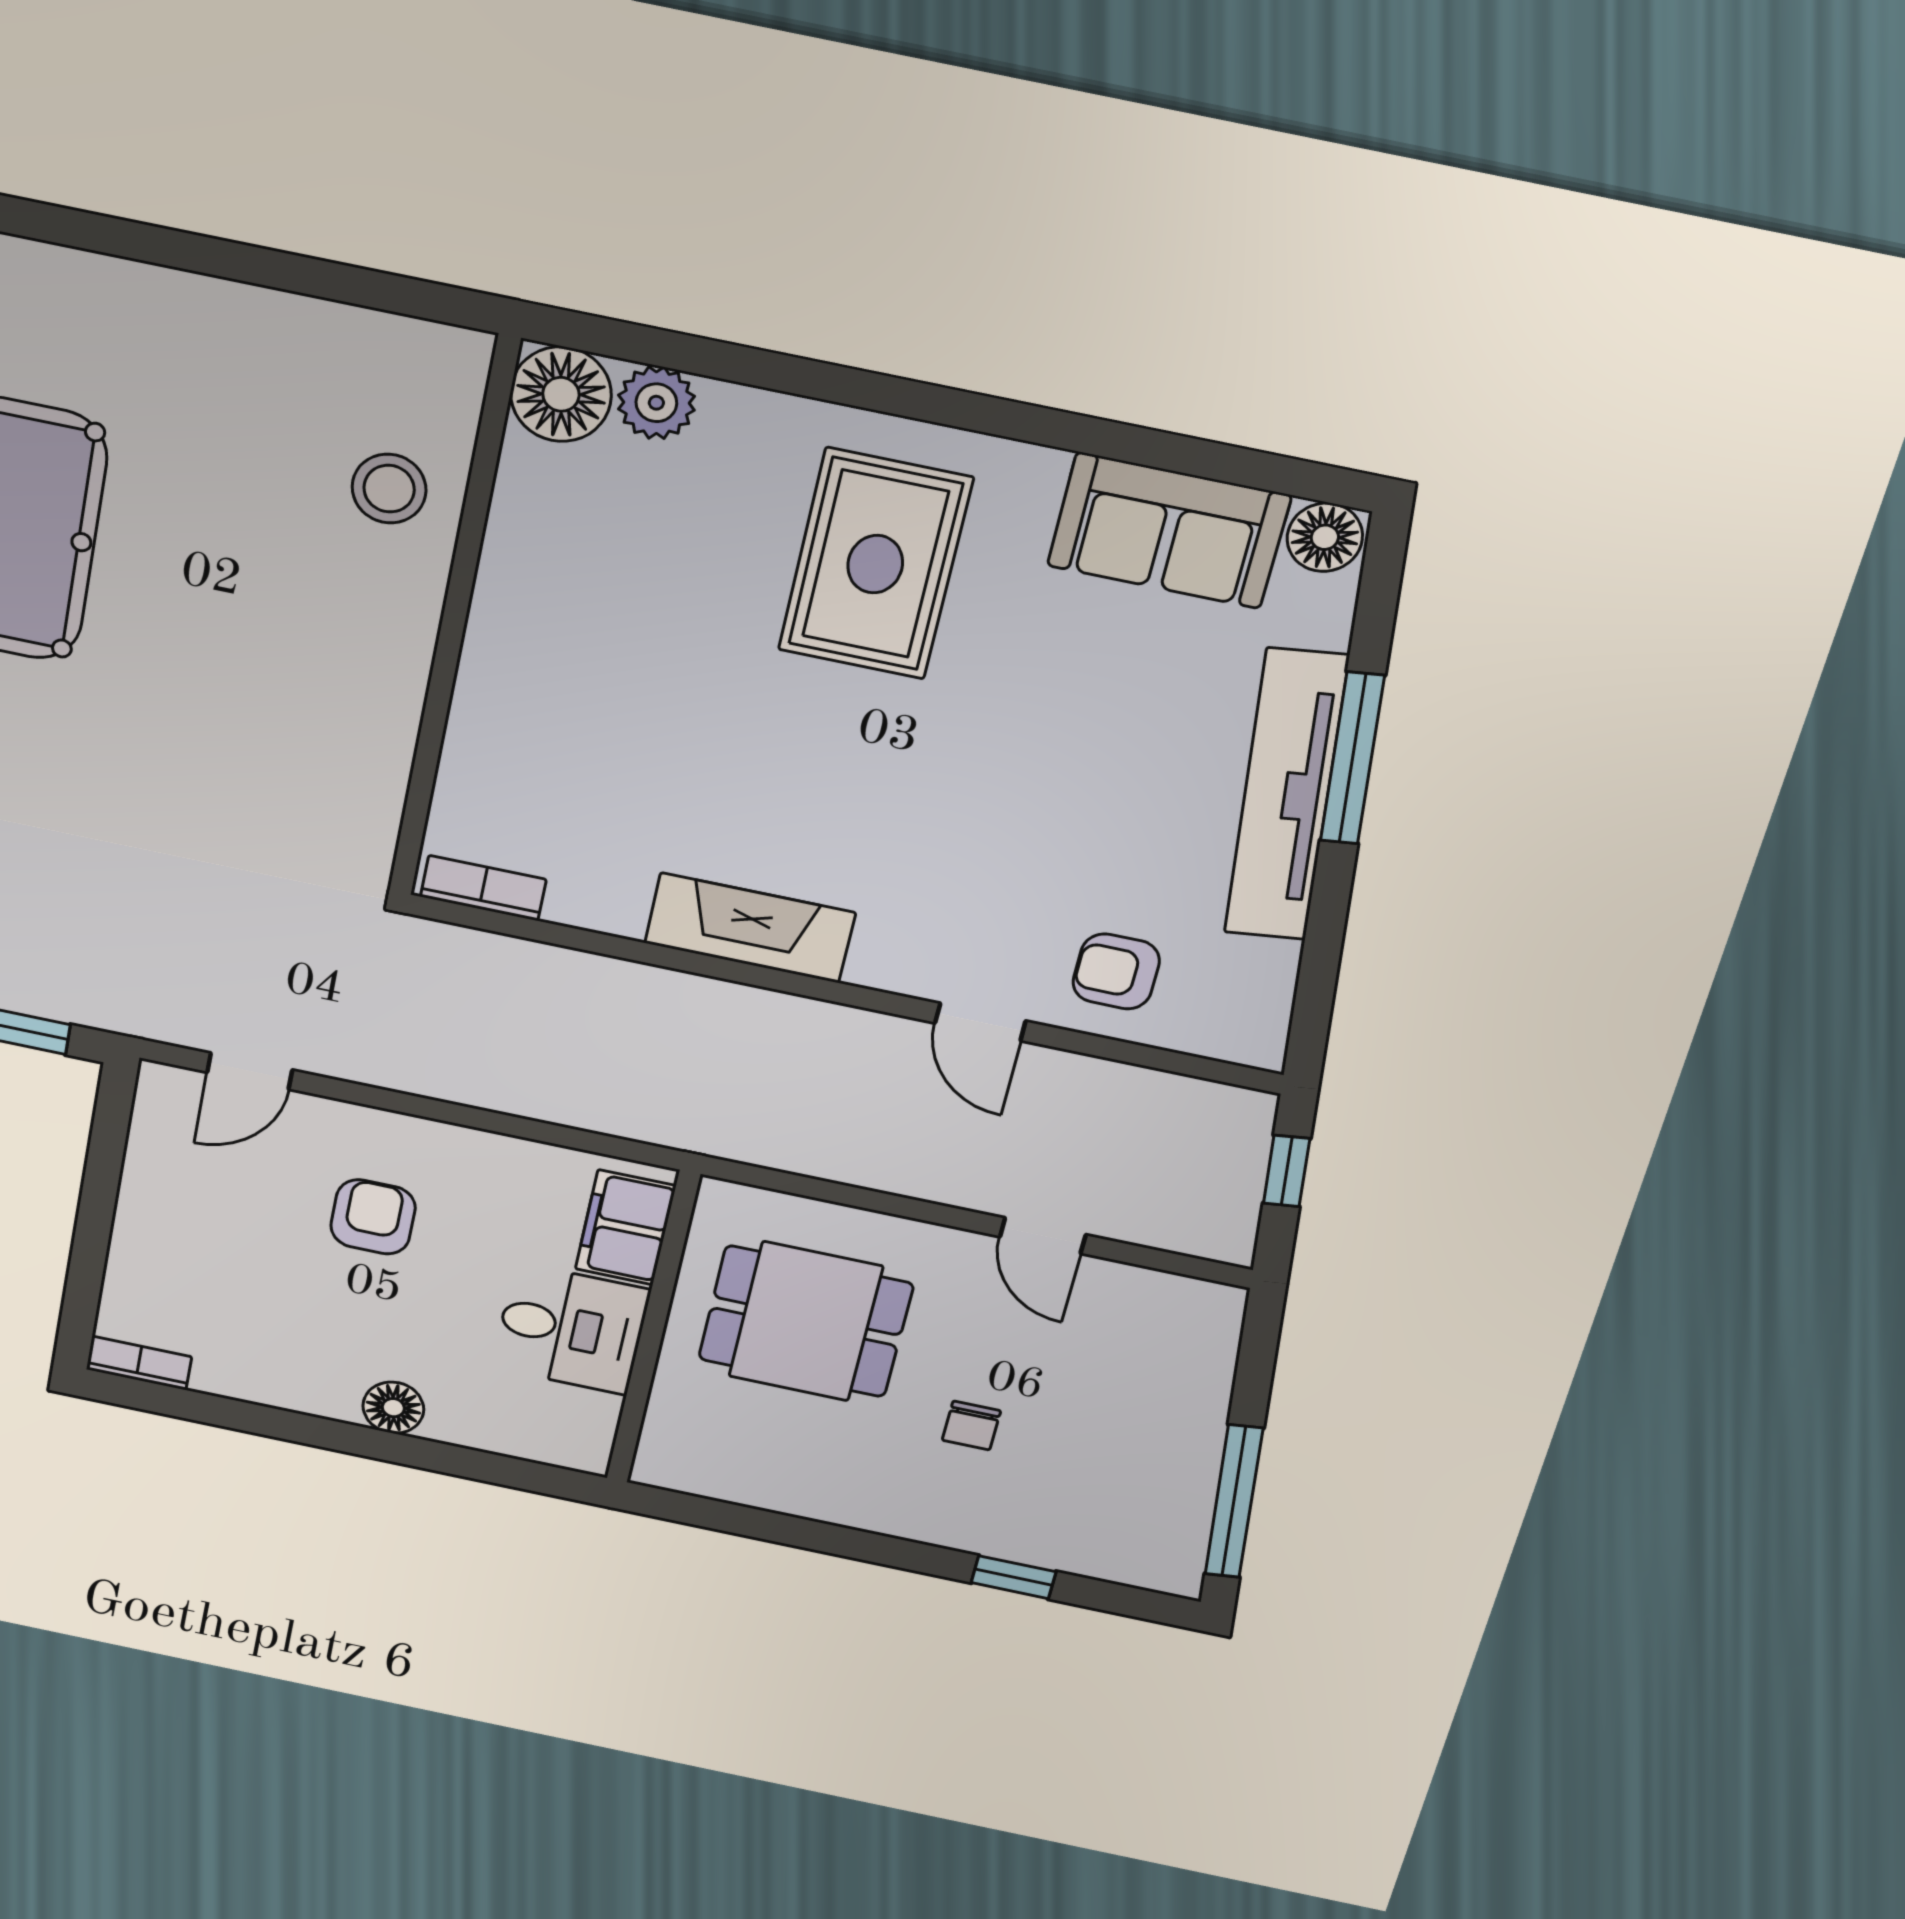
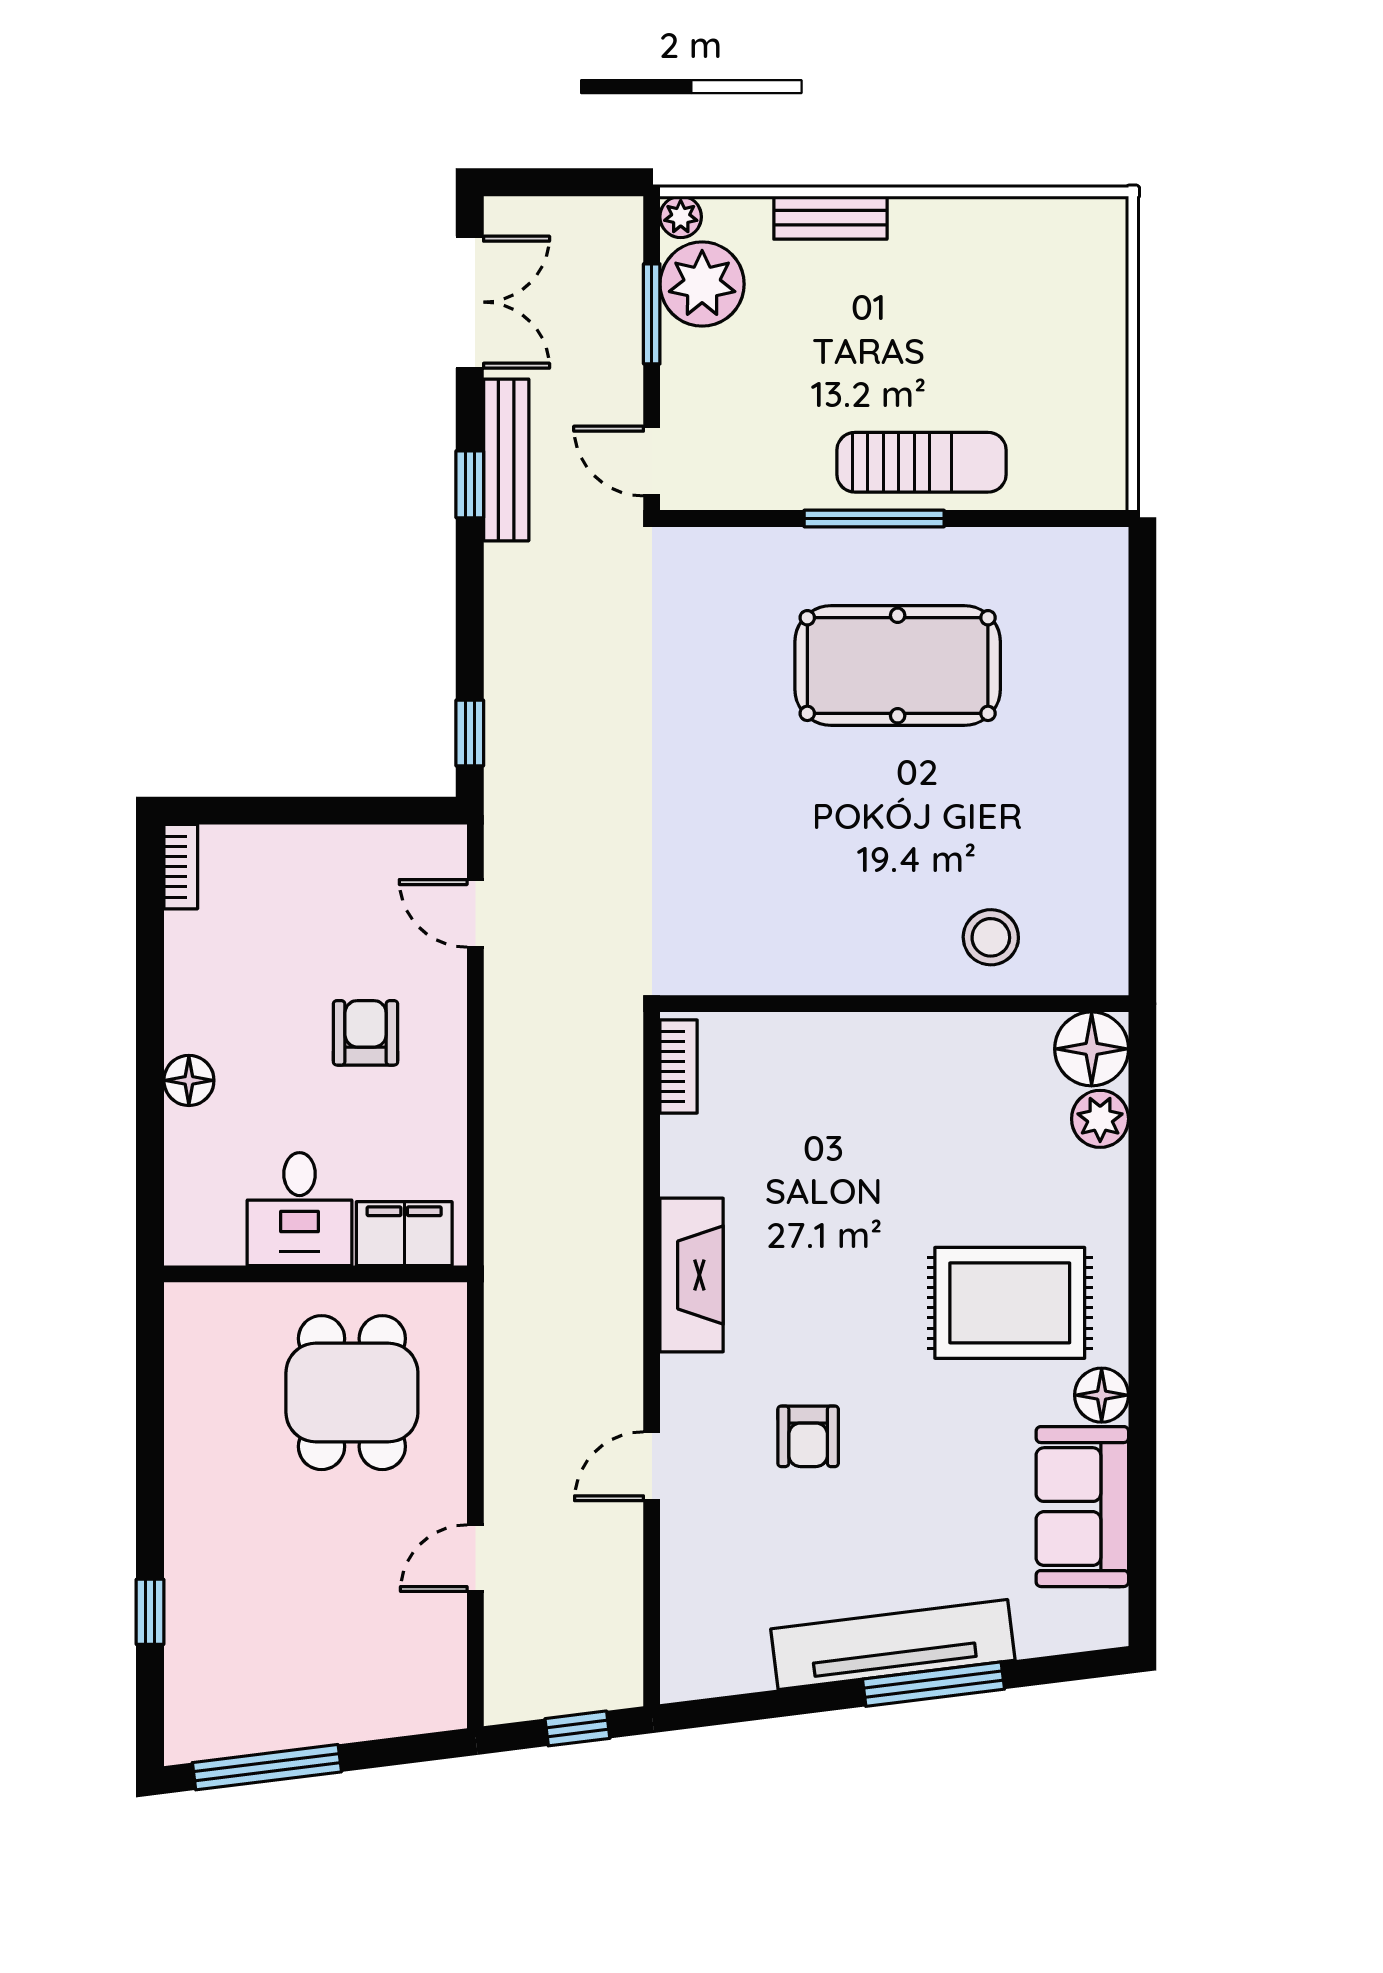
floor lamp: (1325, 537) -> (1102, 1395), moved
armchair: (1116, 971) -> (808, 1436), moved, turned 180
armchair: (373, 1217) -> (366, 1033), turned -90
chair: (971, 1426) -> (287, 1544), removed

